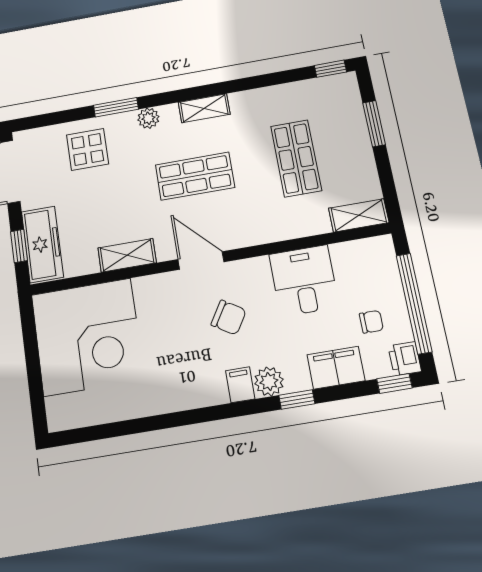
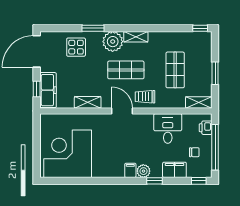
plant: (148, 118) -> (113, 42), width x1.87, depth x1.87
window: (374, 124) -> (215, 73), moved
trolley: (244, 223) -> (145, 97), added
chair: (229, 318) -> (130, 139), removed
corner desk: (87, 337) -> (68, 154), moved, turned 180
printer: (405, 359) -> (206, 128), moved

